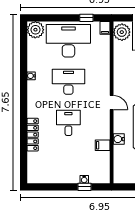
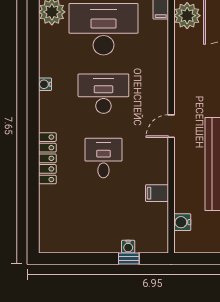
door: (112, 103) -> (171, 126), swing flipped
locker: (33, 135) -> (47, 158), moved
water cooler: (119, 139) -> (182, 222), moved

